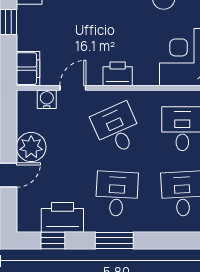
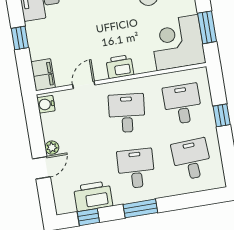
water cooler: (47, 99) -> (46, 104), moved, turned -90
desk: (117, 129) -> (127, 113), turned 30
plant: (31, 147) -> (52, 148), width x0.53, depth x0.53

